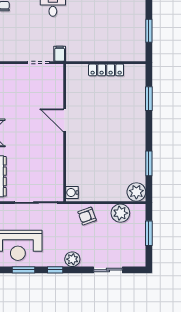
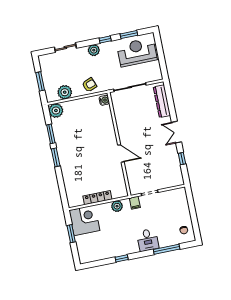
corner desk: (129, 44) -> (84, 220), added
plant: (83, 54) -> (117, 206), added
window: (149, 99) -> (56, 157), moved

